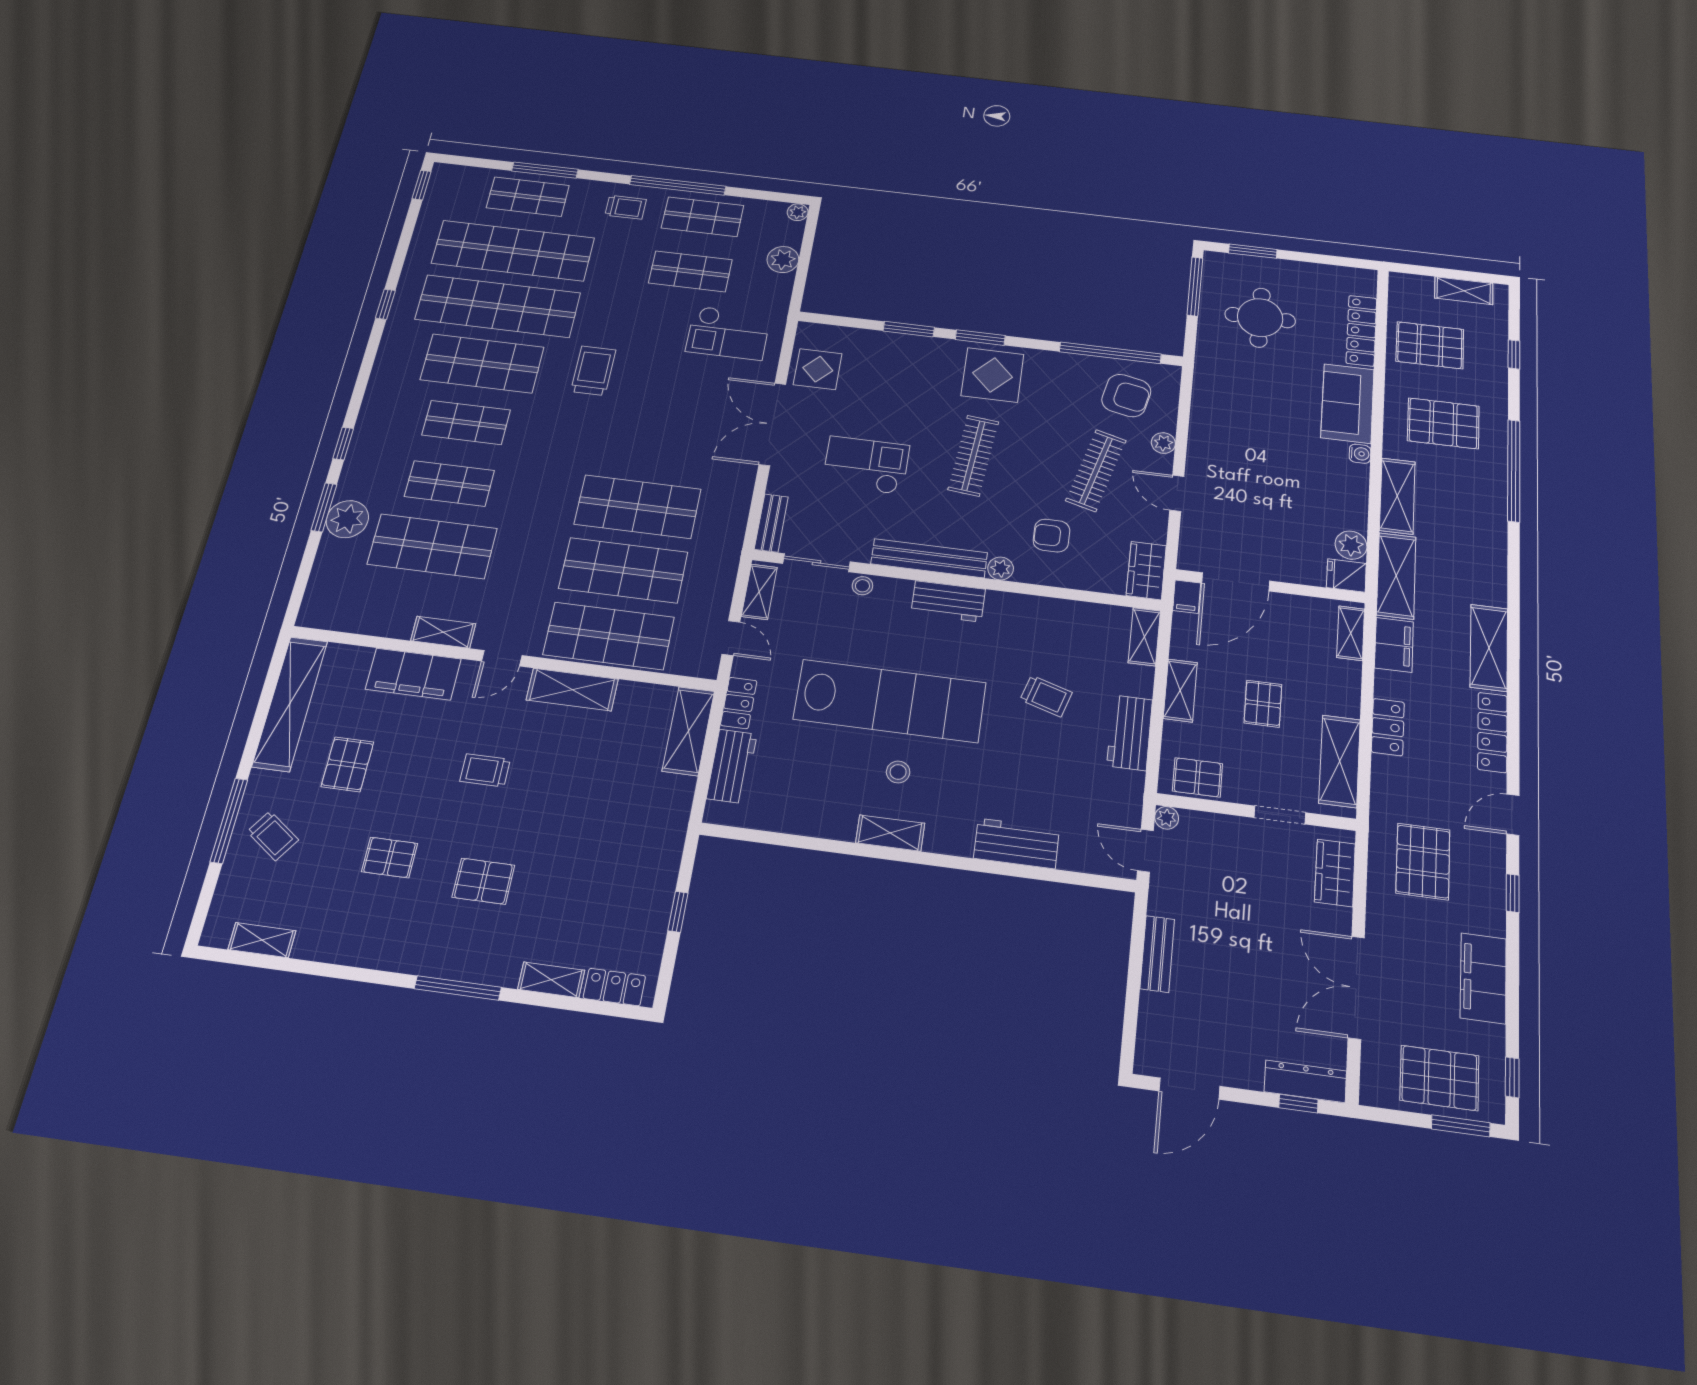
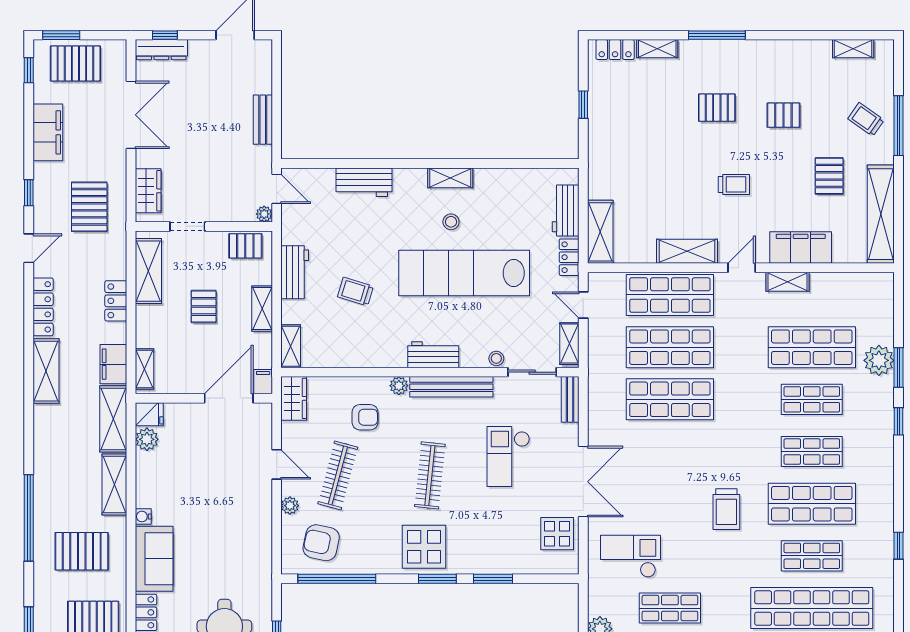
shop shelf: (498, 306) -> (812, 556), width x0.50, depth x0.74
checkout: (866, 465) -> (508, 456), turned 90

